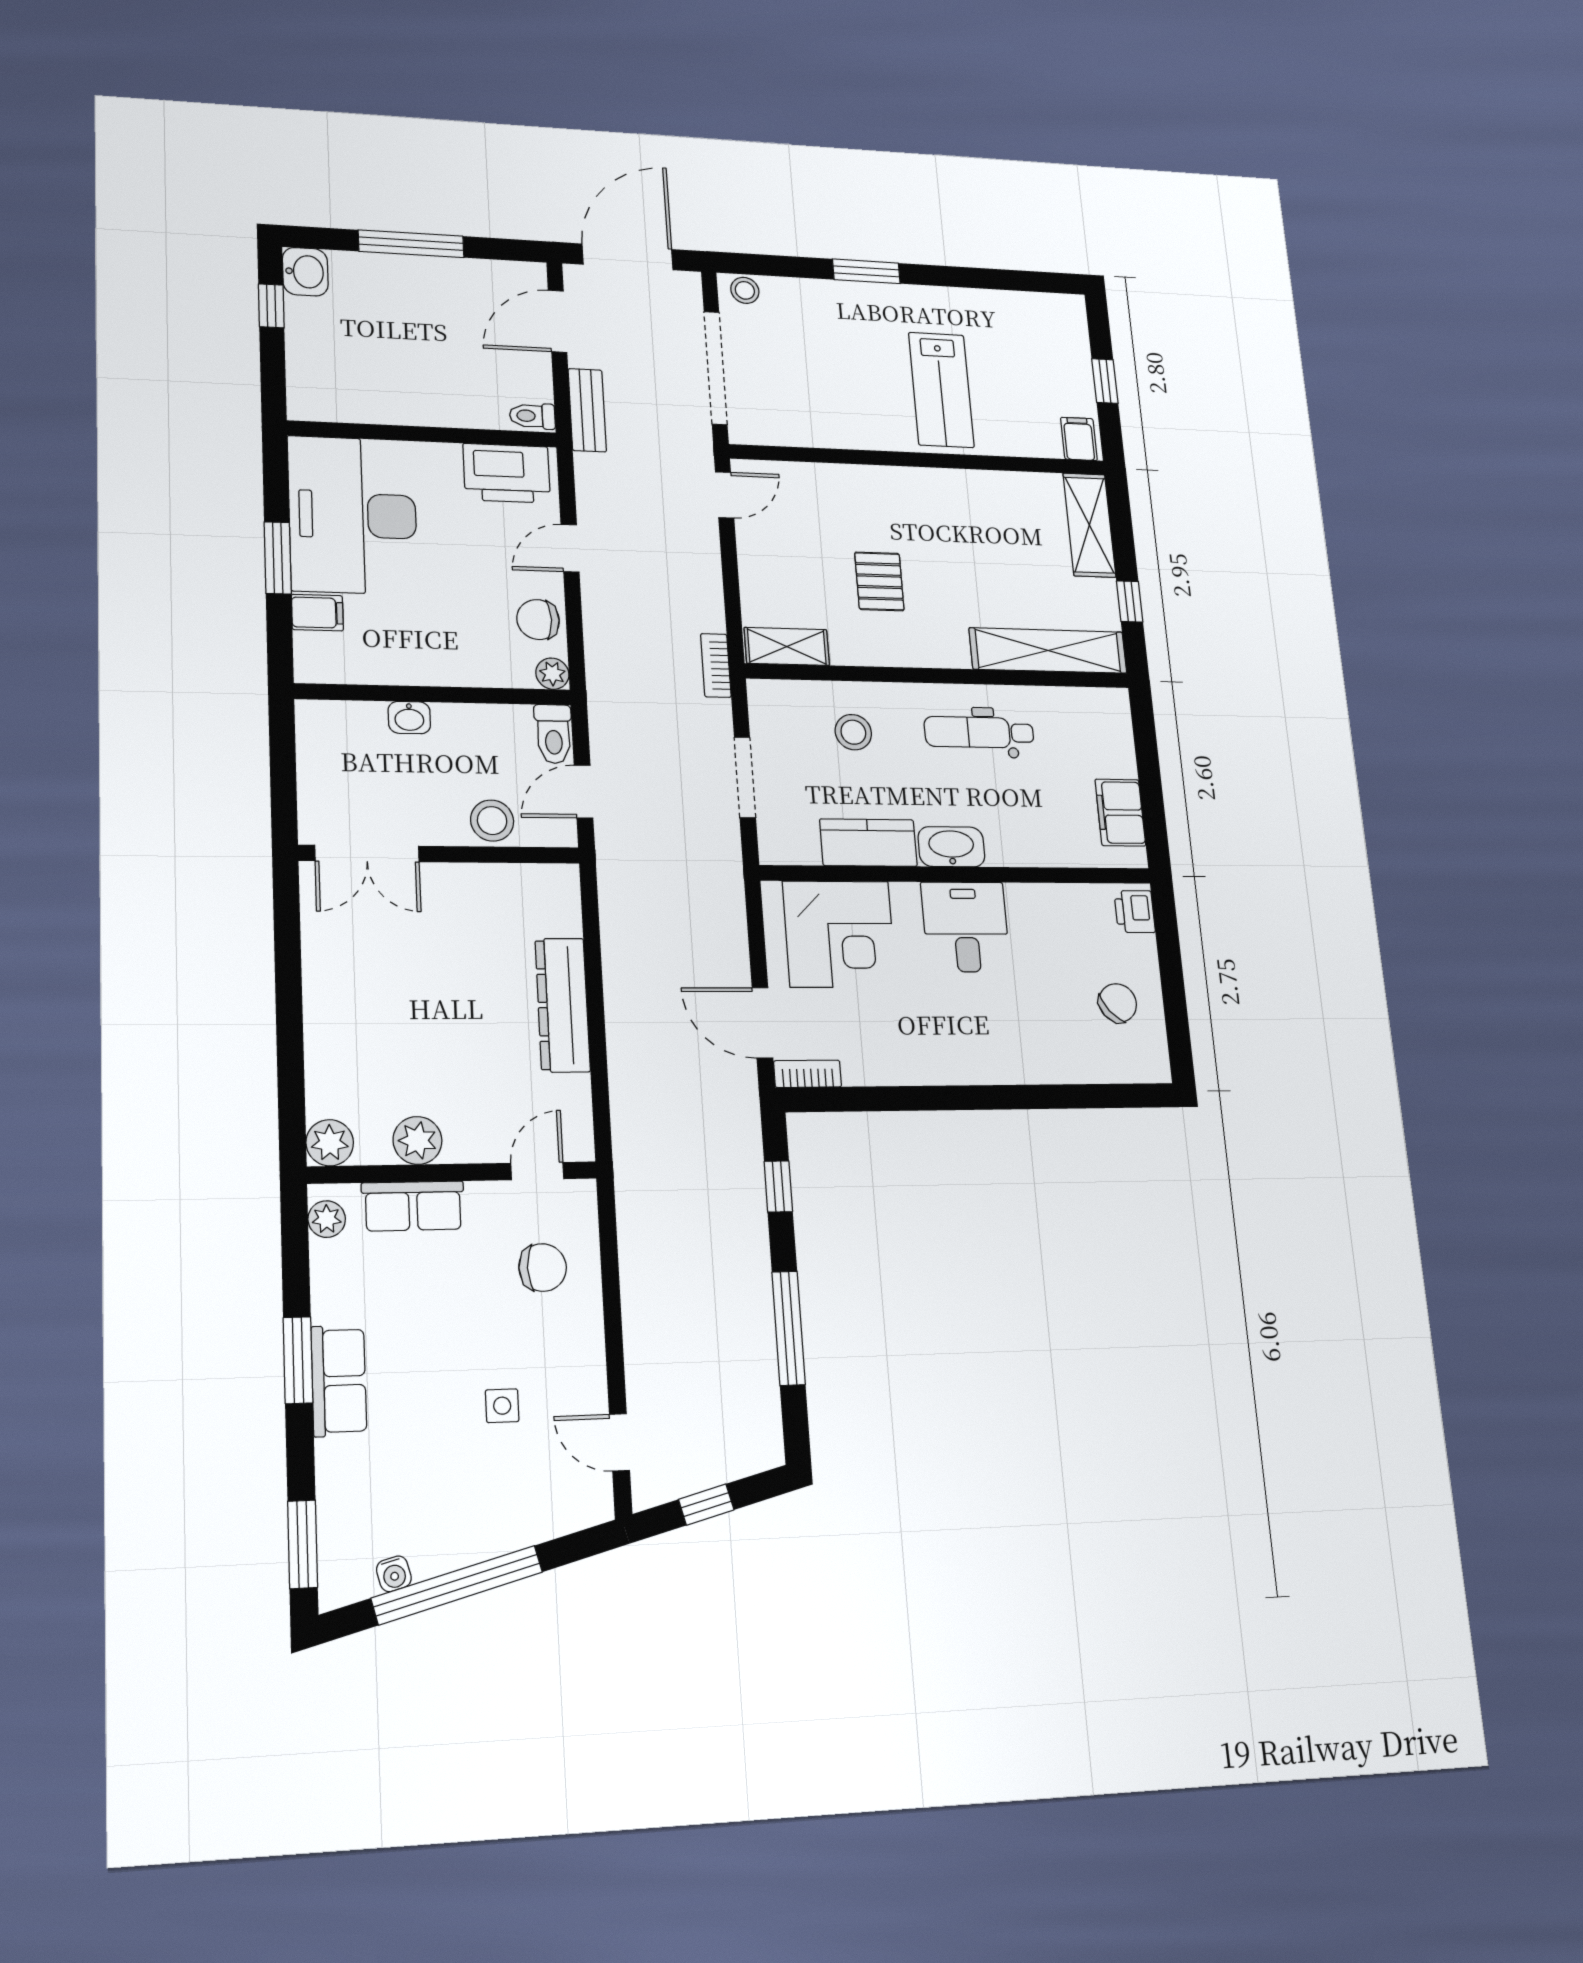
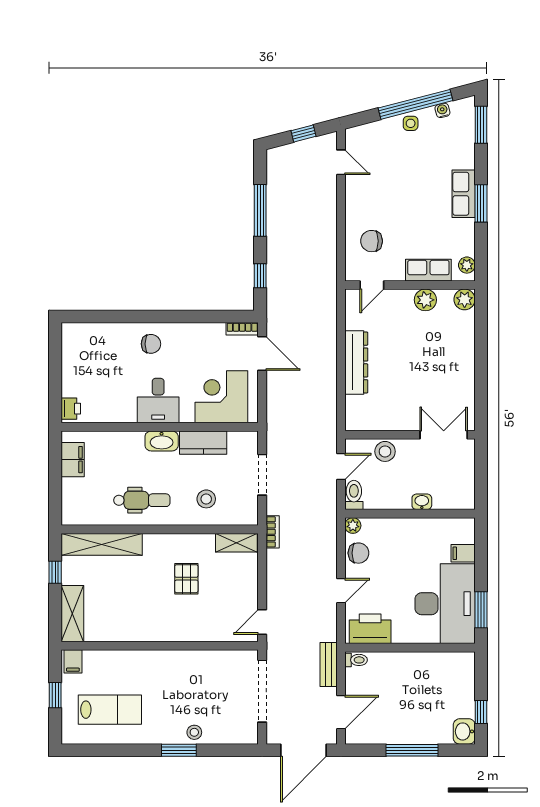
stool: (745, 290) -> (194, 732), moved
lab bench: (941, 390) -> (110, 710), moved, turned 90
window: (278, 558) -> (481, 610), moved
chair: (1118, 1003) -> (151, 344), moved, turned -140
side table: (502, 1406) -> (411, 123), moved

